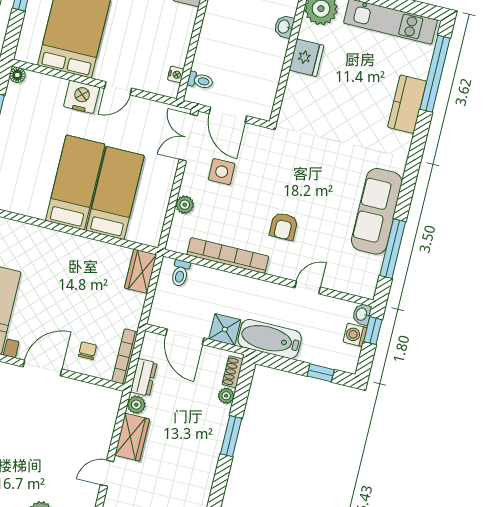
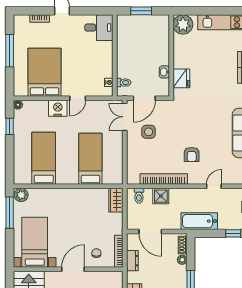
washbasin: (284, 27) -> (164, 72), moved
fridge: (306, 58) -> (181, 78), moved
door: (228, 115) -> (144, 98), hinge flipped
bed: (75, 182) -> (44, 158), moved
plant: (185, 205) -> (132, 156), removed
shower: (225, 329) -> (161, 196), moved
plant: (136, 405) -> (132, 277), removed

